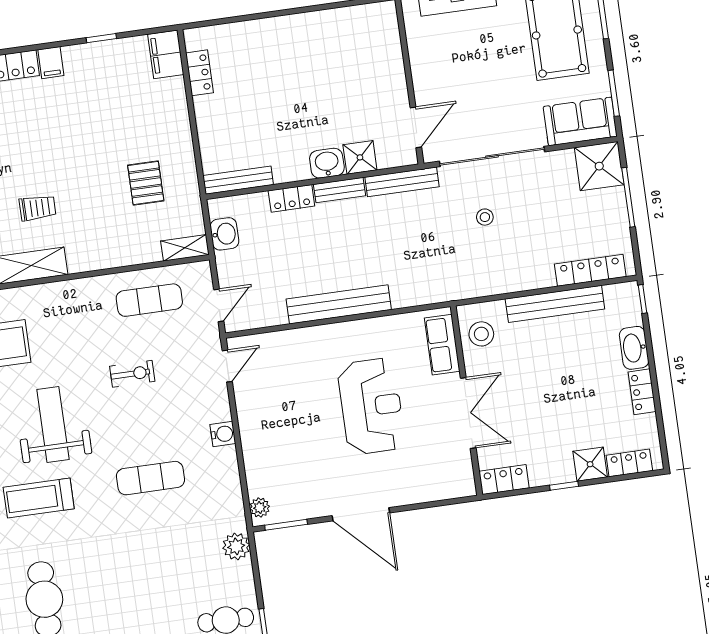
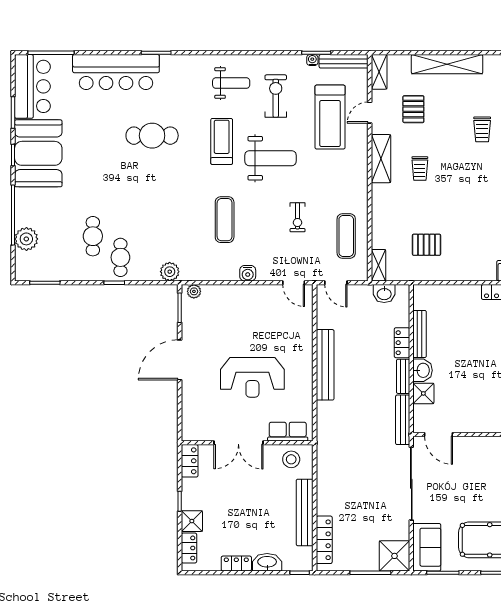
bench: (238, 180) -> (420, 334), moved
stool: (485, 217) -> (371, 473), removed

